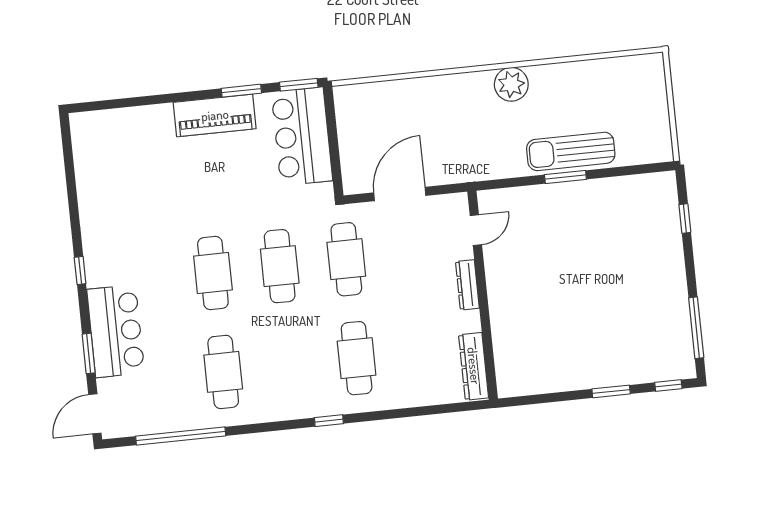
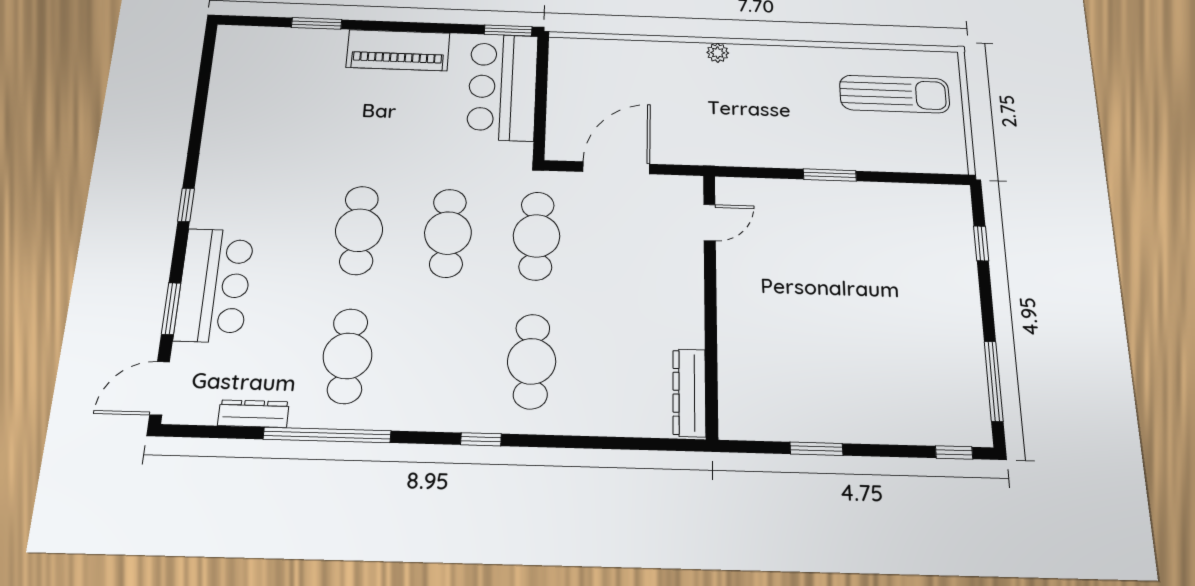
plant: (511, 84) -> (718, 53), moved, width x0.53, depth x0.53
window: (241, 91) -> (317, 23), moved
sun lounger: (571, 151) -> (895, 94), moved, turned 180
dresser: (467, 285) -> (253, 414), moved, turned 90
window: (611, 391) -> (816, 449), moved
window: (181, 436) -> (327, 435), moved

